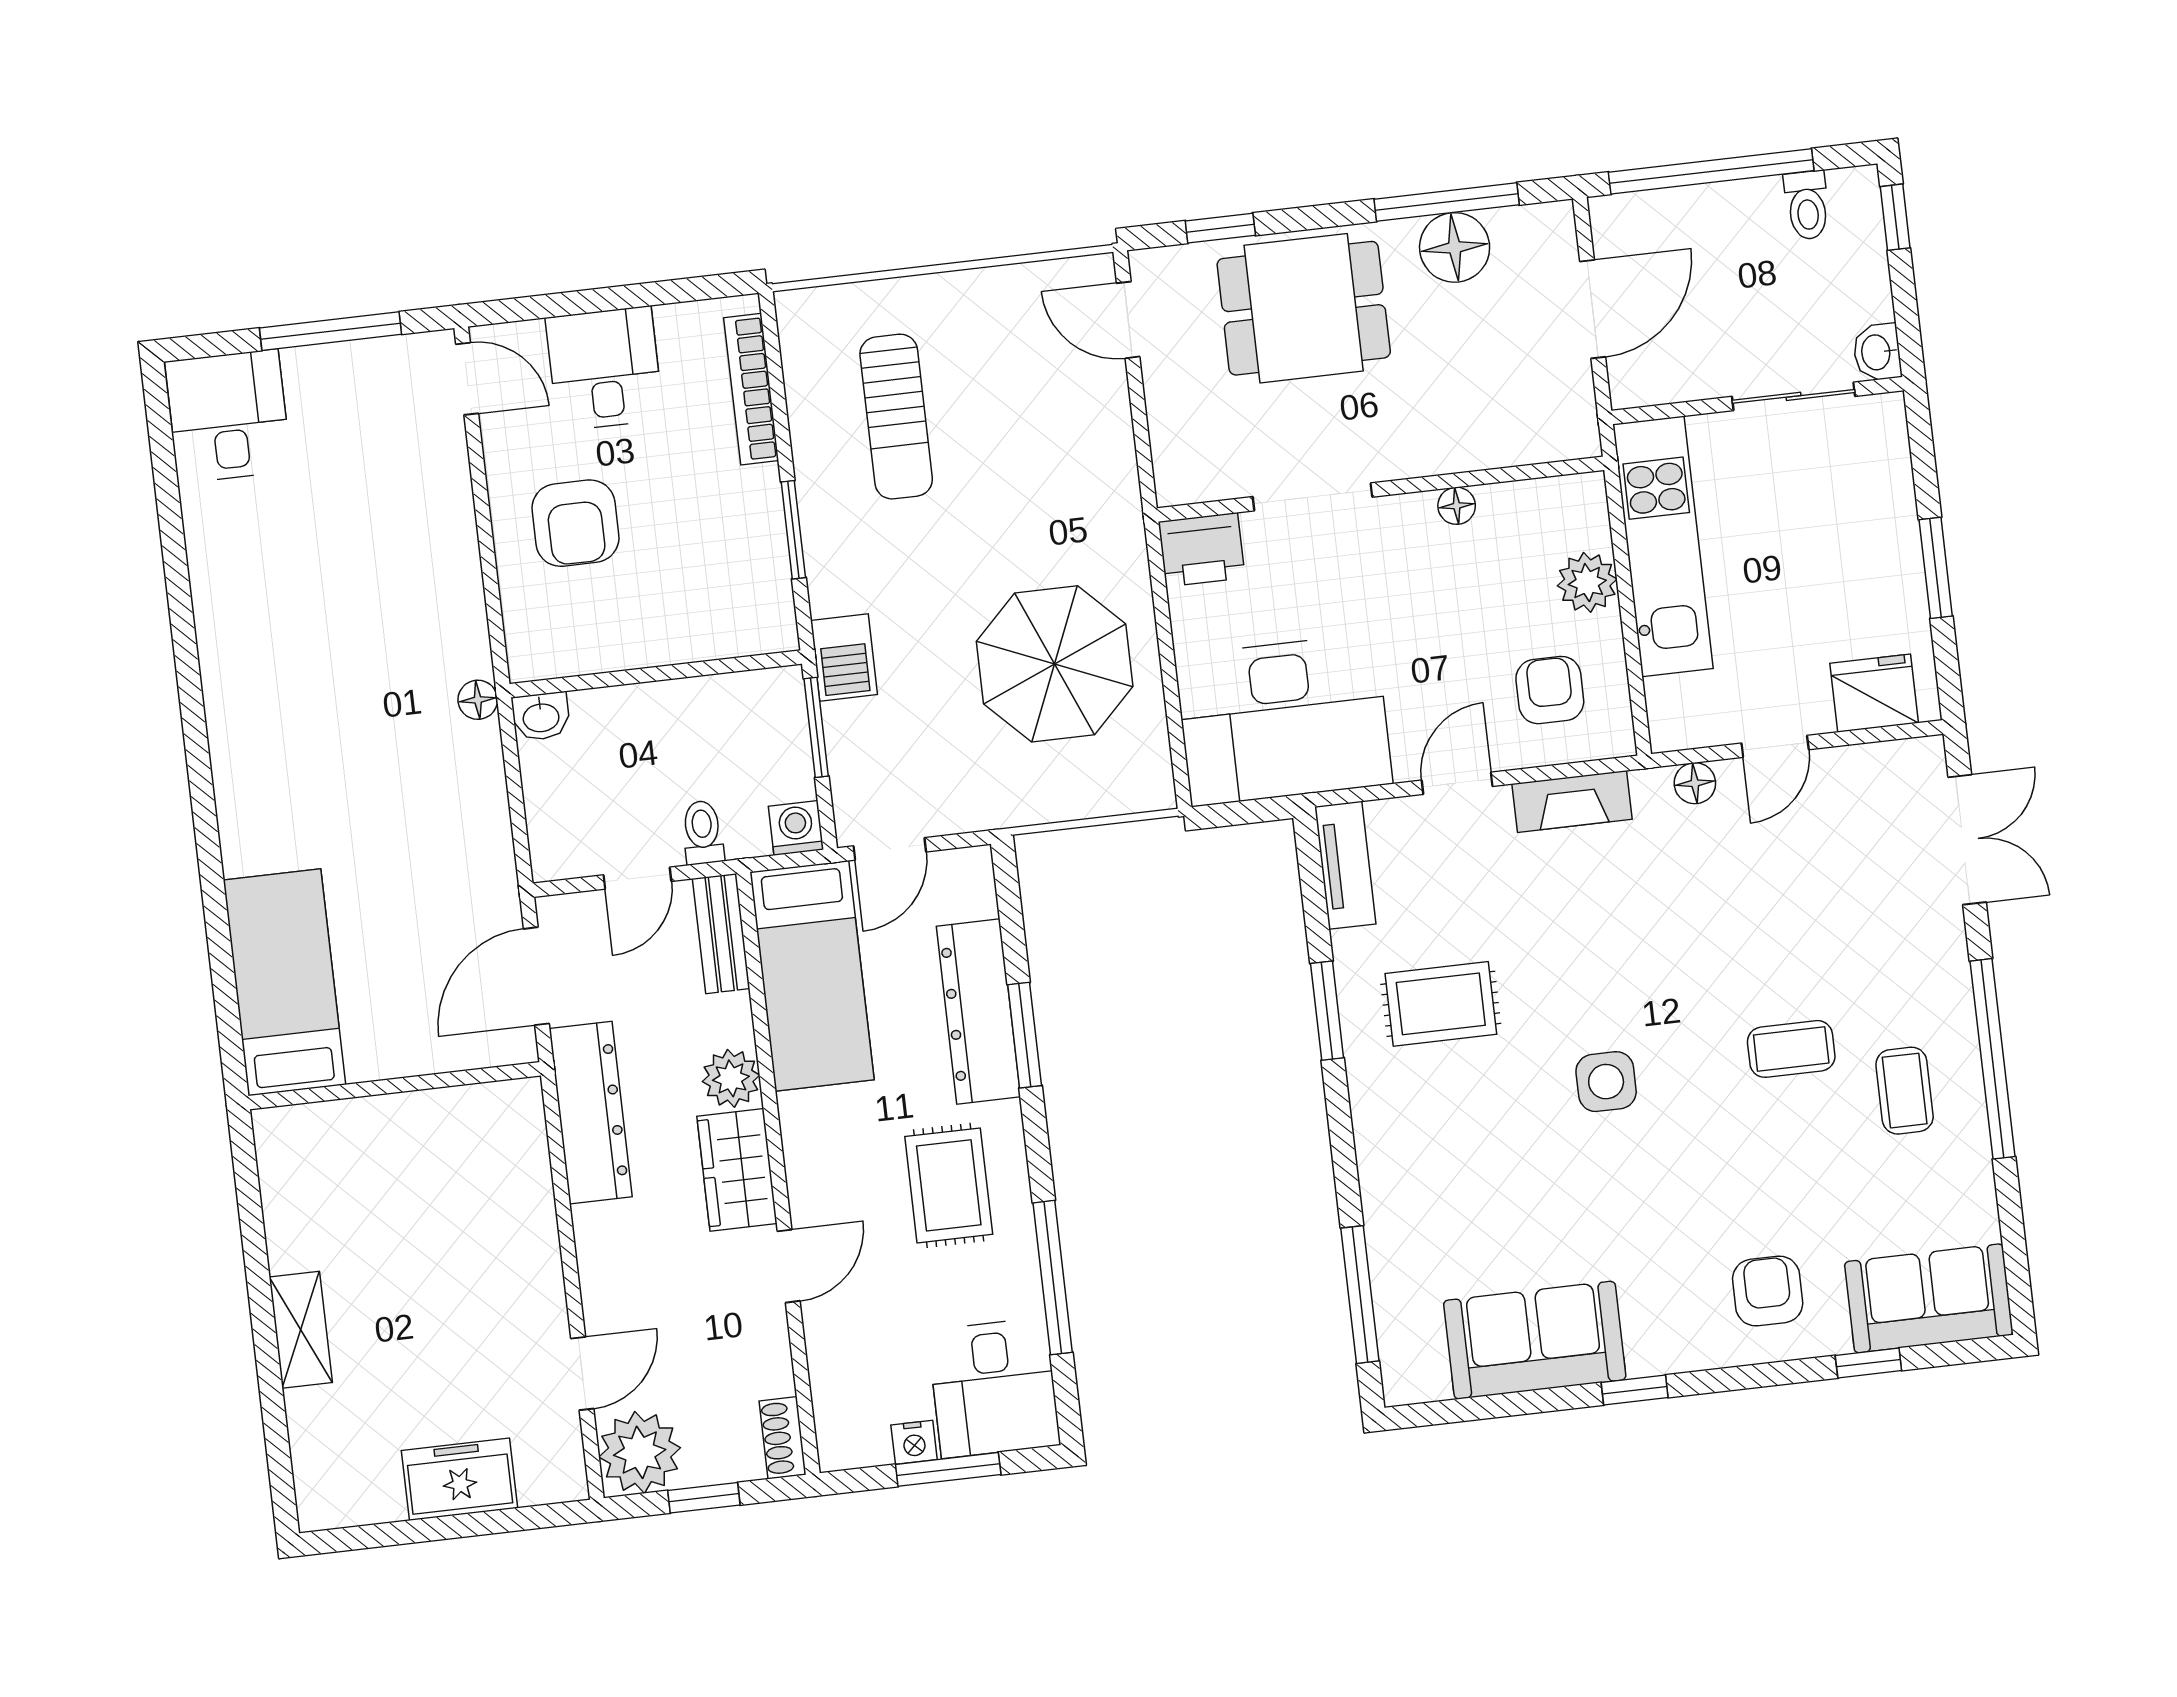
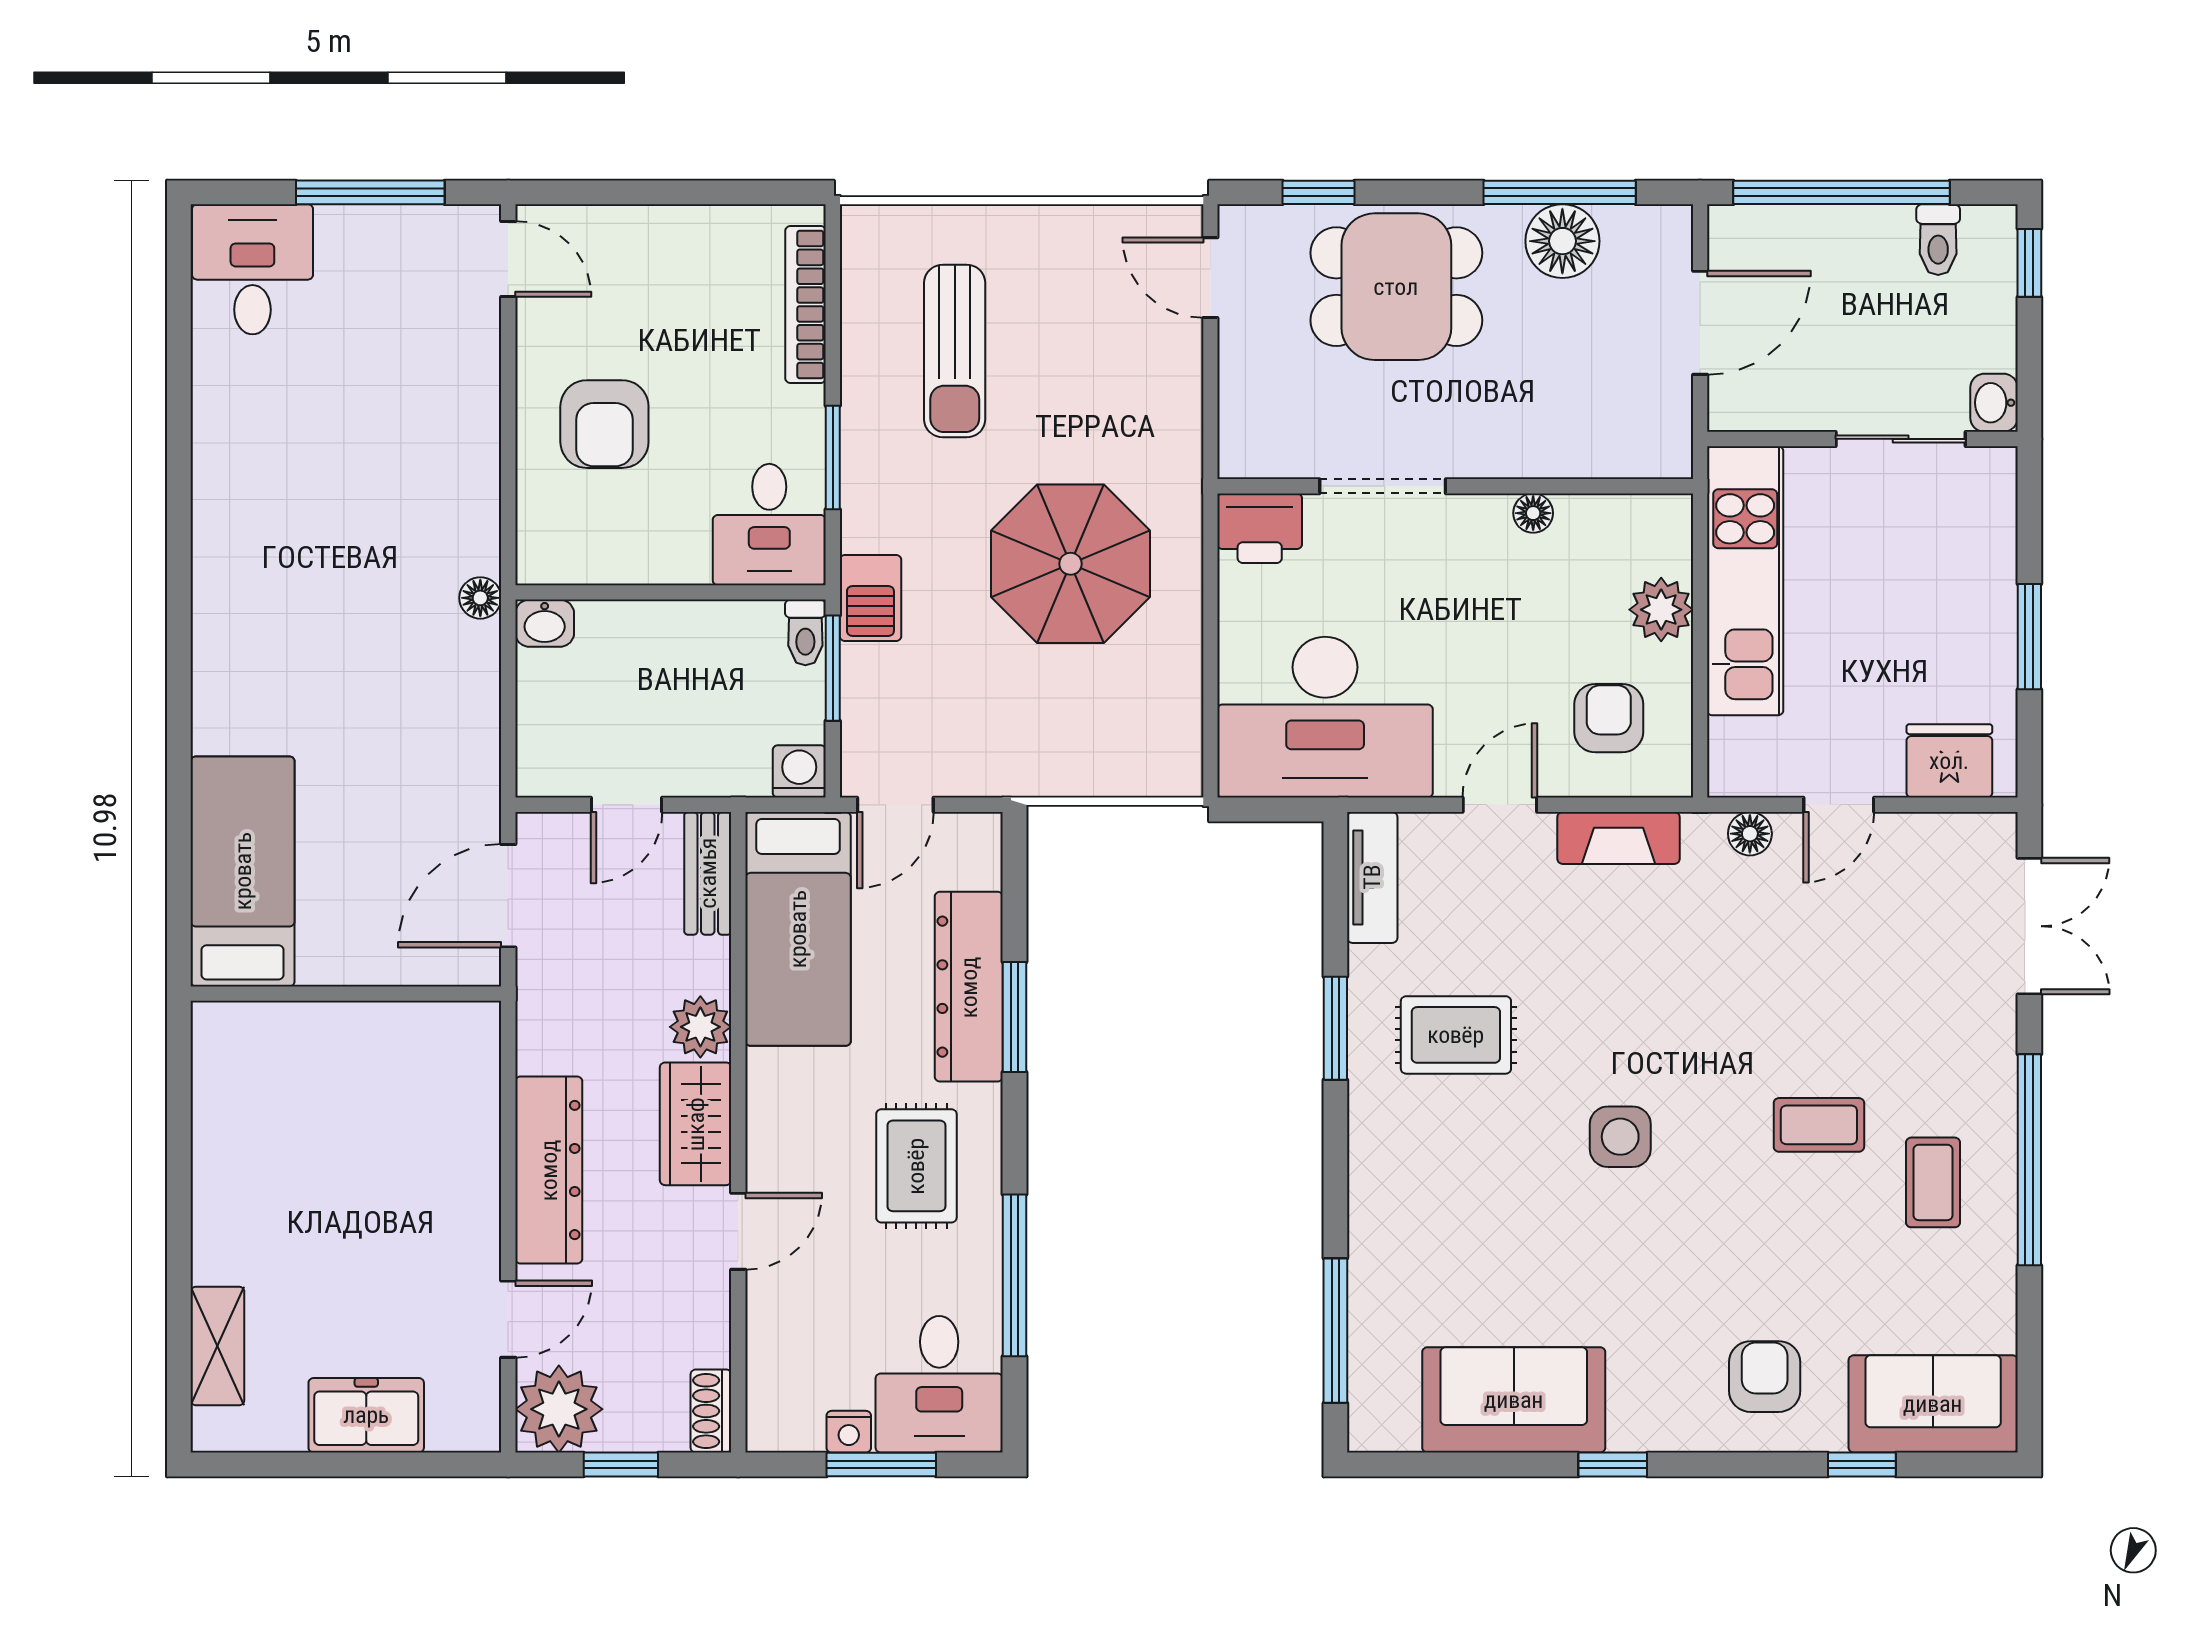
desk: (604, 368) -> (769, 525), moved, turned 180
parasol: (1055, 664) -> (1071, 564), moved
toilet: (703, 832) -> (805, 632), moved, turned 180
dresser: (591, 1113) -> (549, 1170), moved
shelving: (301, 1330) -> (217, 1346), moved

